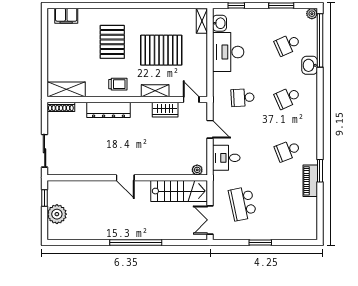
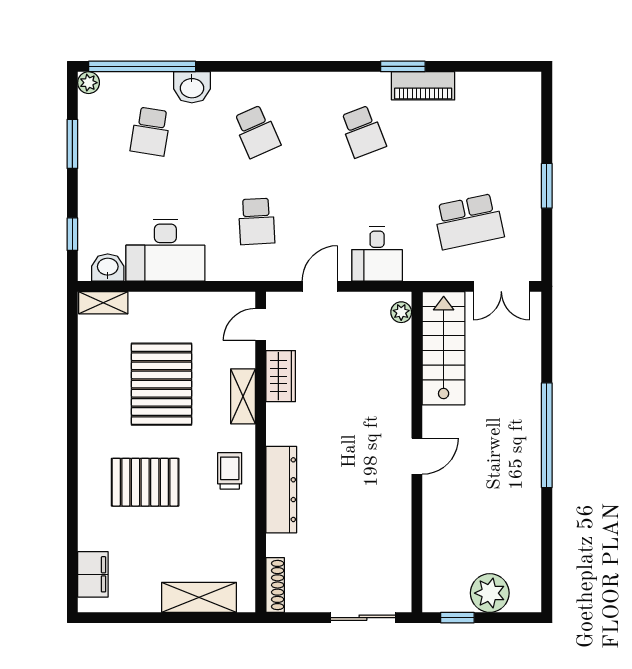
school desk: (288, 45) -> (150, 131), turned 33
shelving: (66, 89) -> (199, 597), moved, turned 90

